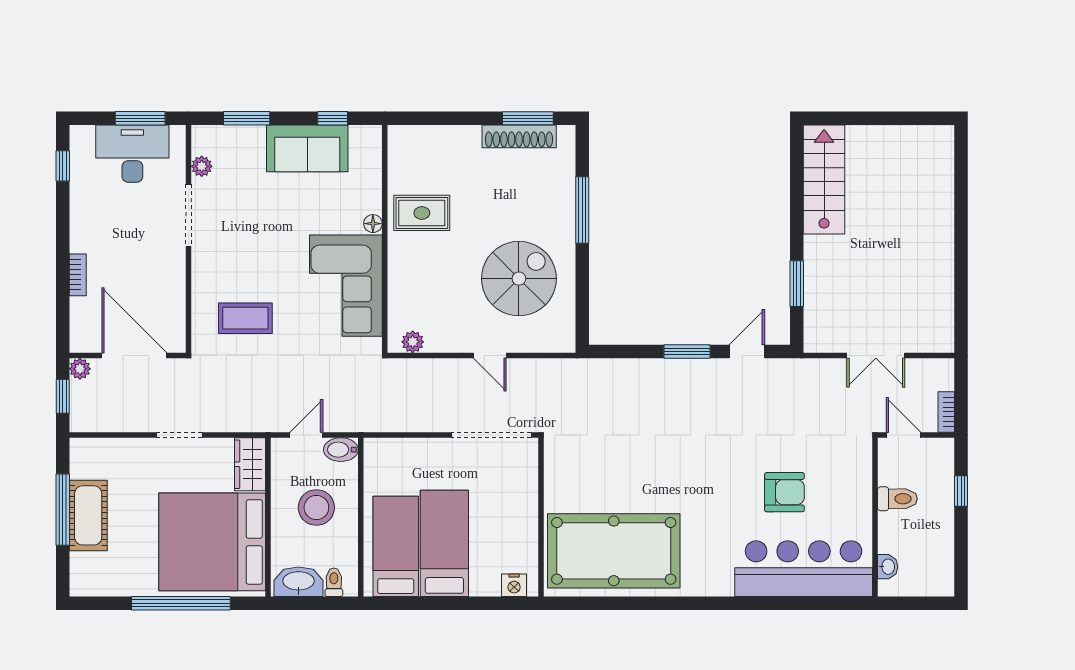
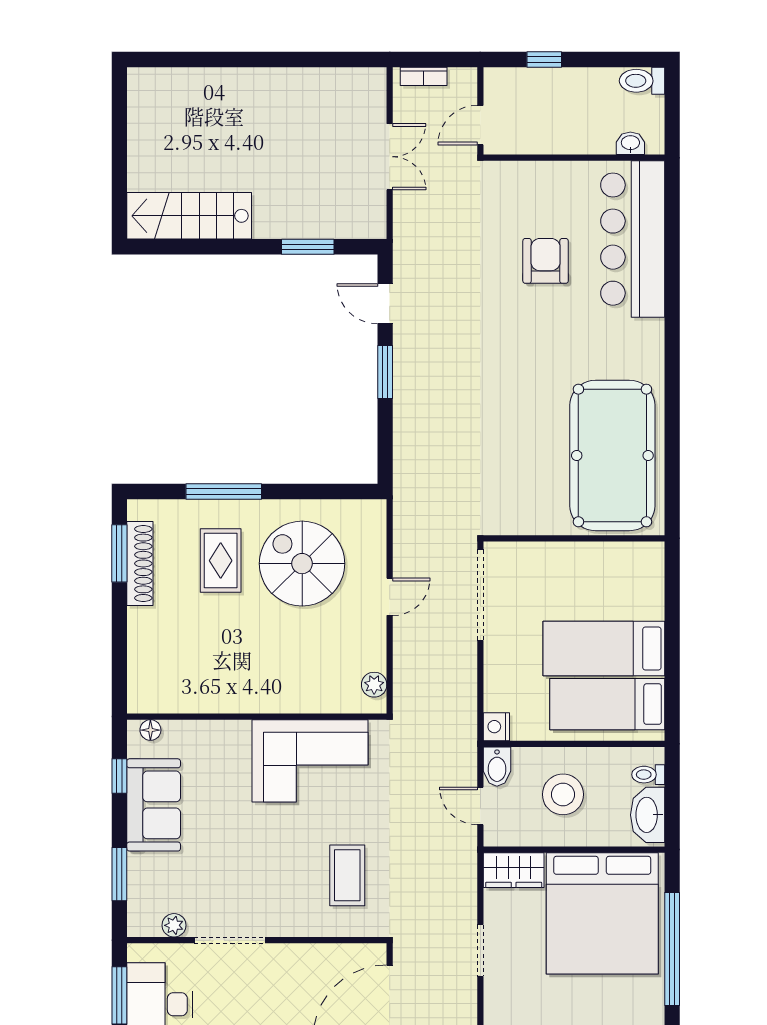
rug: (422, 213) -> (221, 561), moved
floor lamp: (373, 224) -> (150, 730), moved
bookcase: (946, 412) -> (424, 76), moved
toilet: (897, 499) -> (642, 81), moved, turned -90
nightstand: (514, 585) -> (496, 727), moved, turned 180

